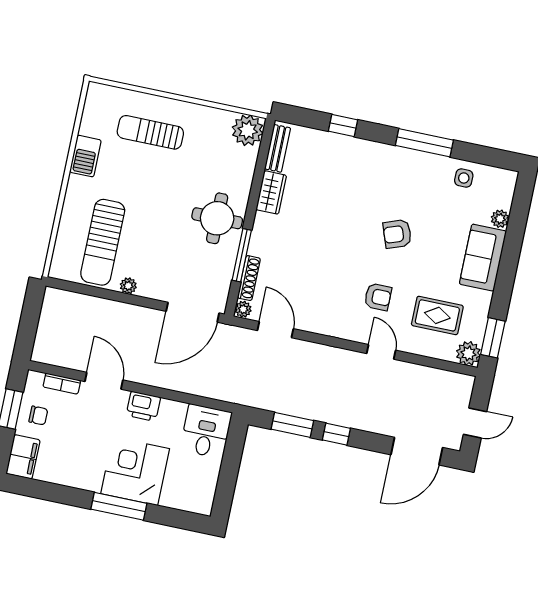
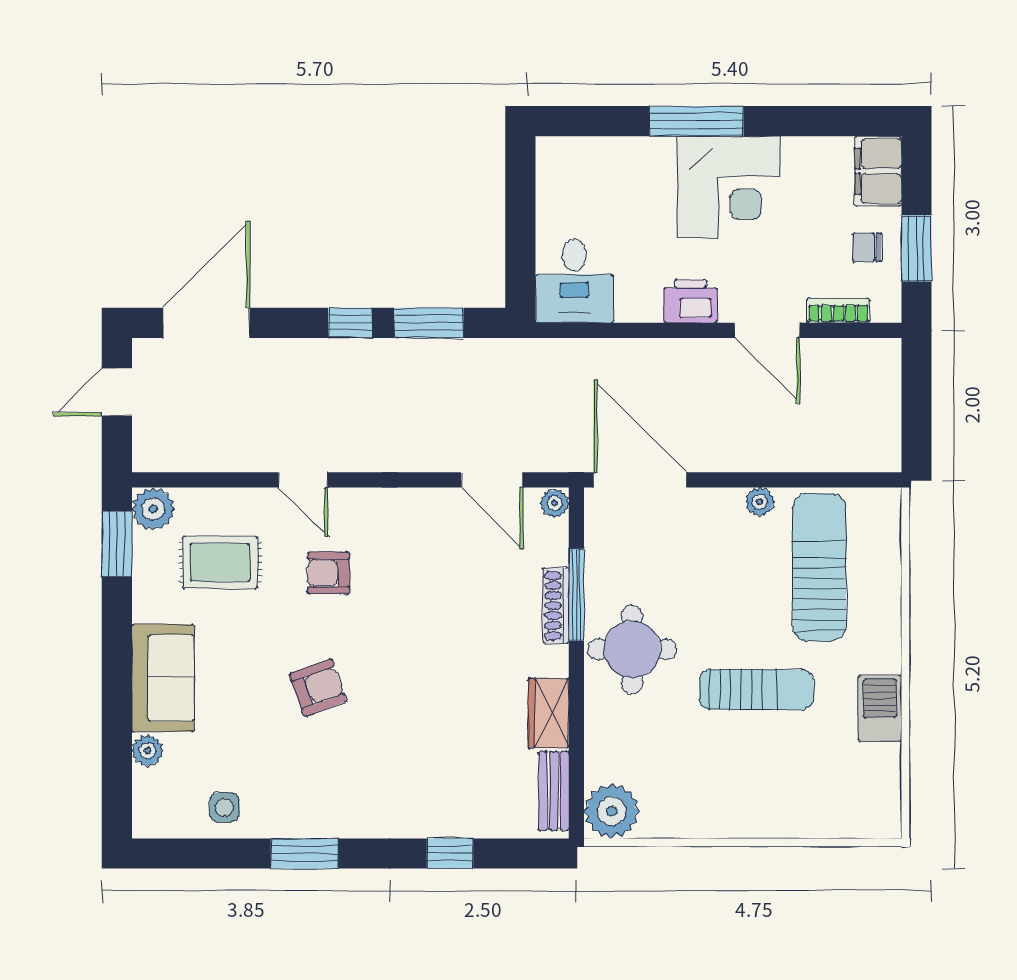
sun lounger: (150, 132) -> (756, 689), moved
window: (424, 143) -> (304, 854), width x0.69
shoe rack: (249, 278) -> (556, 606), moved
door: (193, 312) -> (640, 480), hinge flipped
corner desk: (135, 471) -> (728, 187), moved

